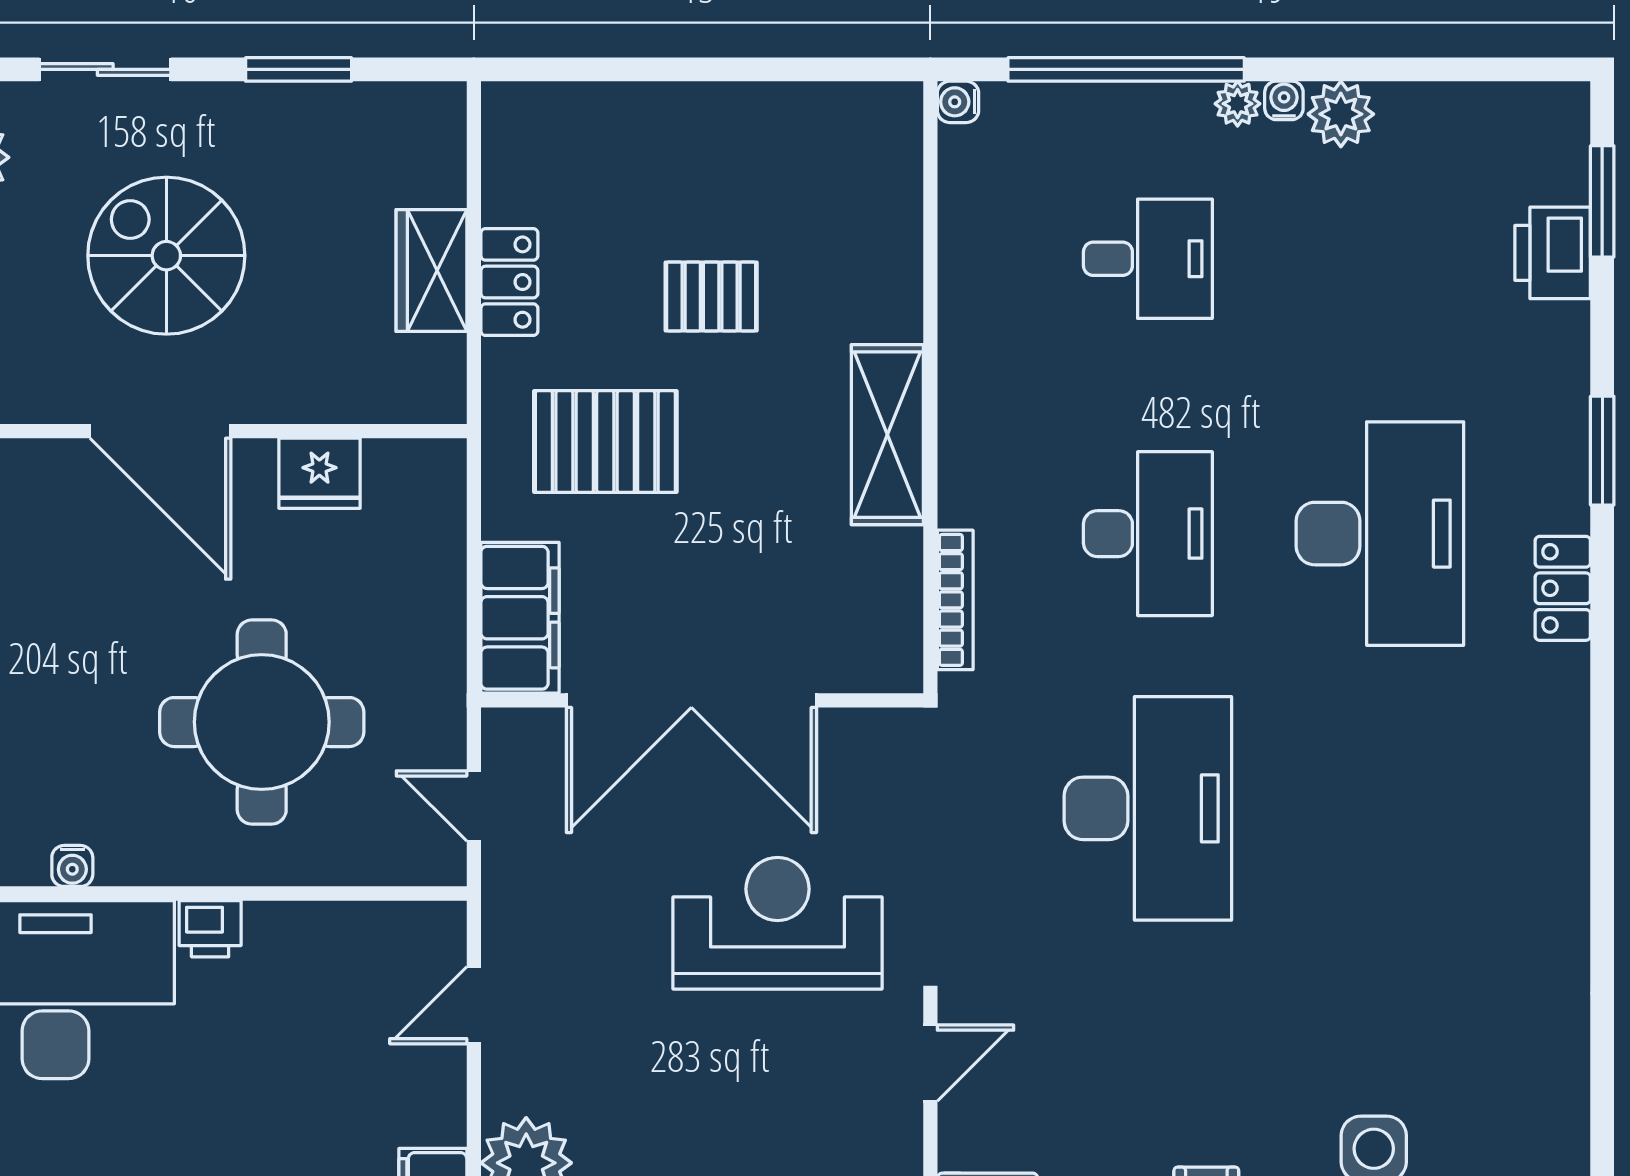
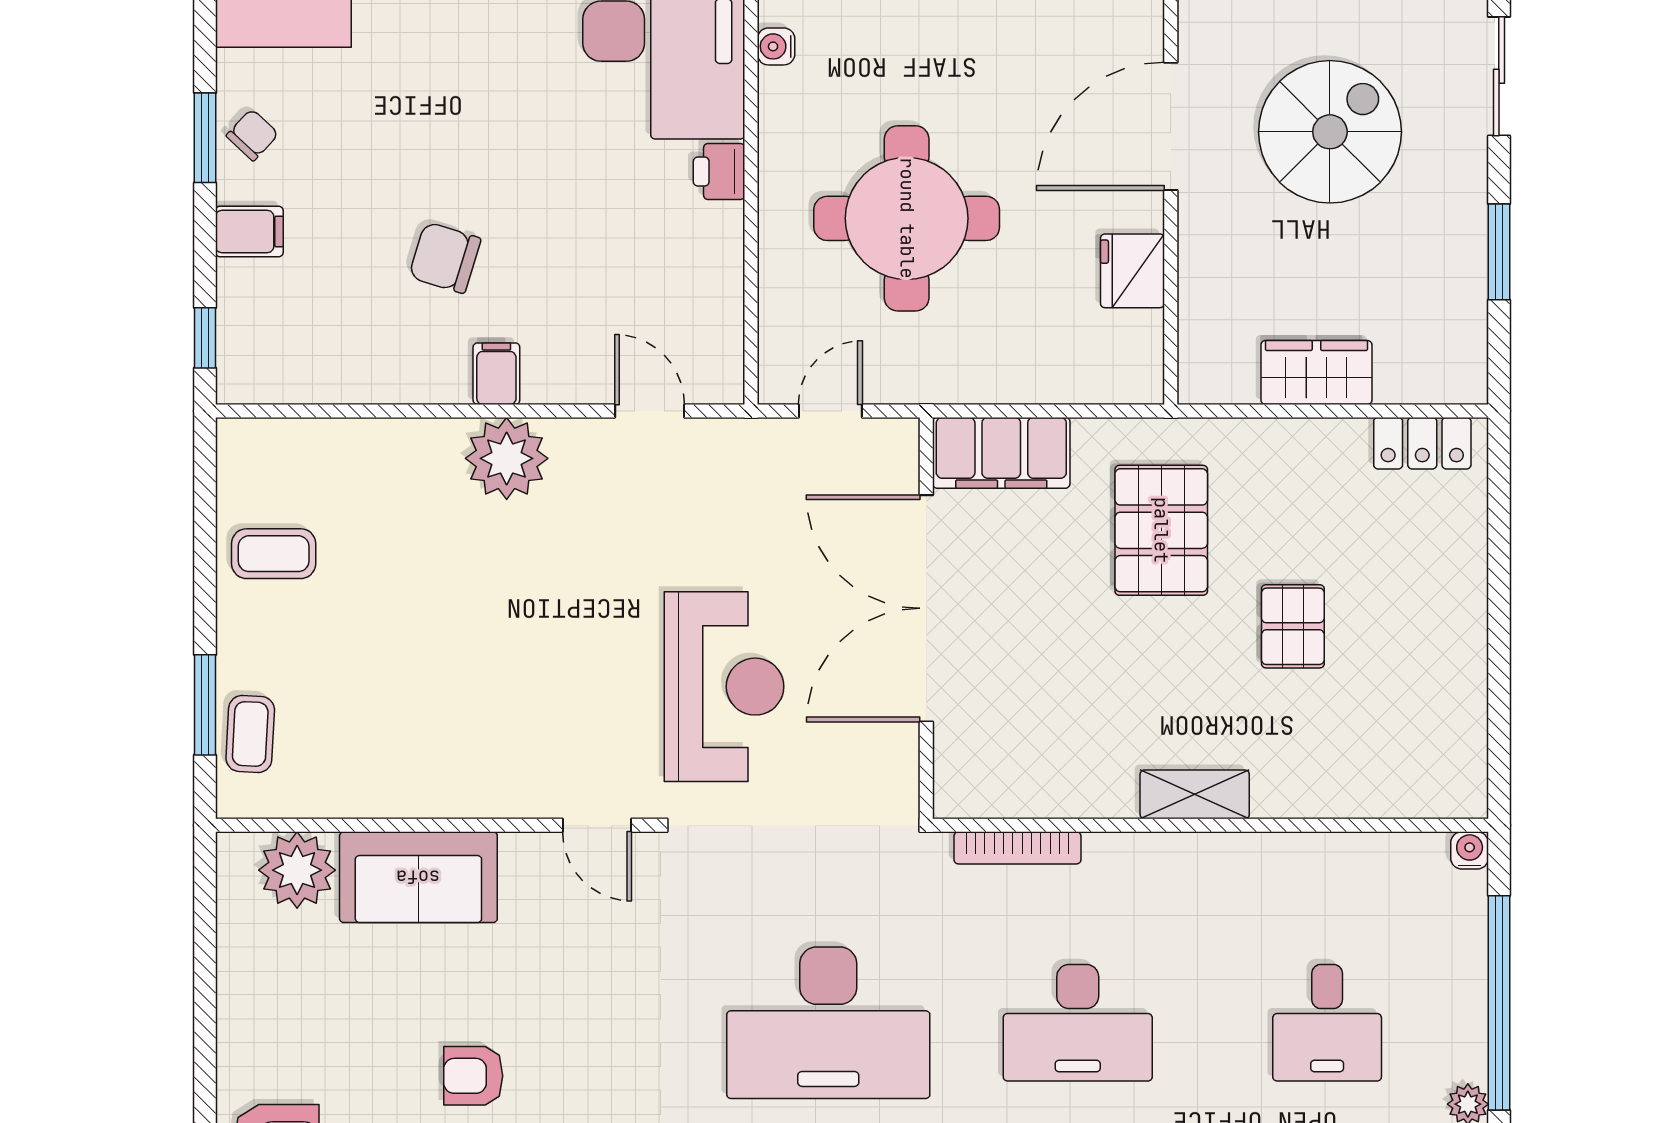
locker: (509, 282) -> (1422, 443), moved
shelving: (887, 435) -> (1195, 794), width x0.67, depth x0.75

